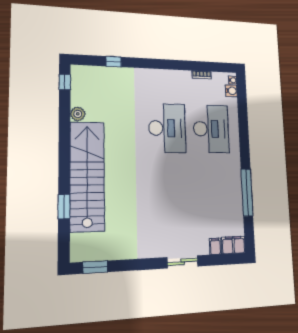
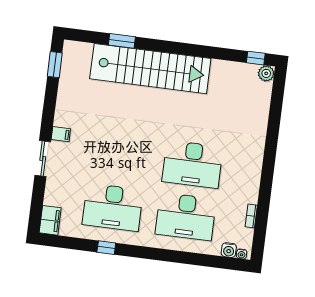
window: (114, 62) -> (275, 114), removed
plant: (78, 114) -> (266, 73), moved
desk: (214, 192) -> (113, 207), added
window: (247, 192) -> (106, 248), width x0.32
filing cabinet: (215, 246) -> (61, 134), moved

